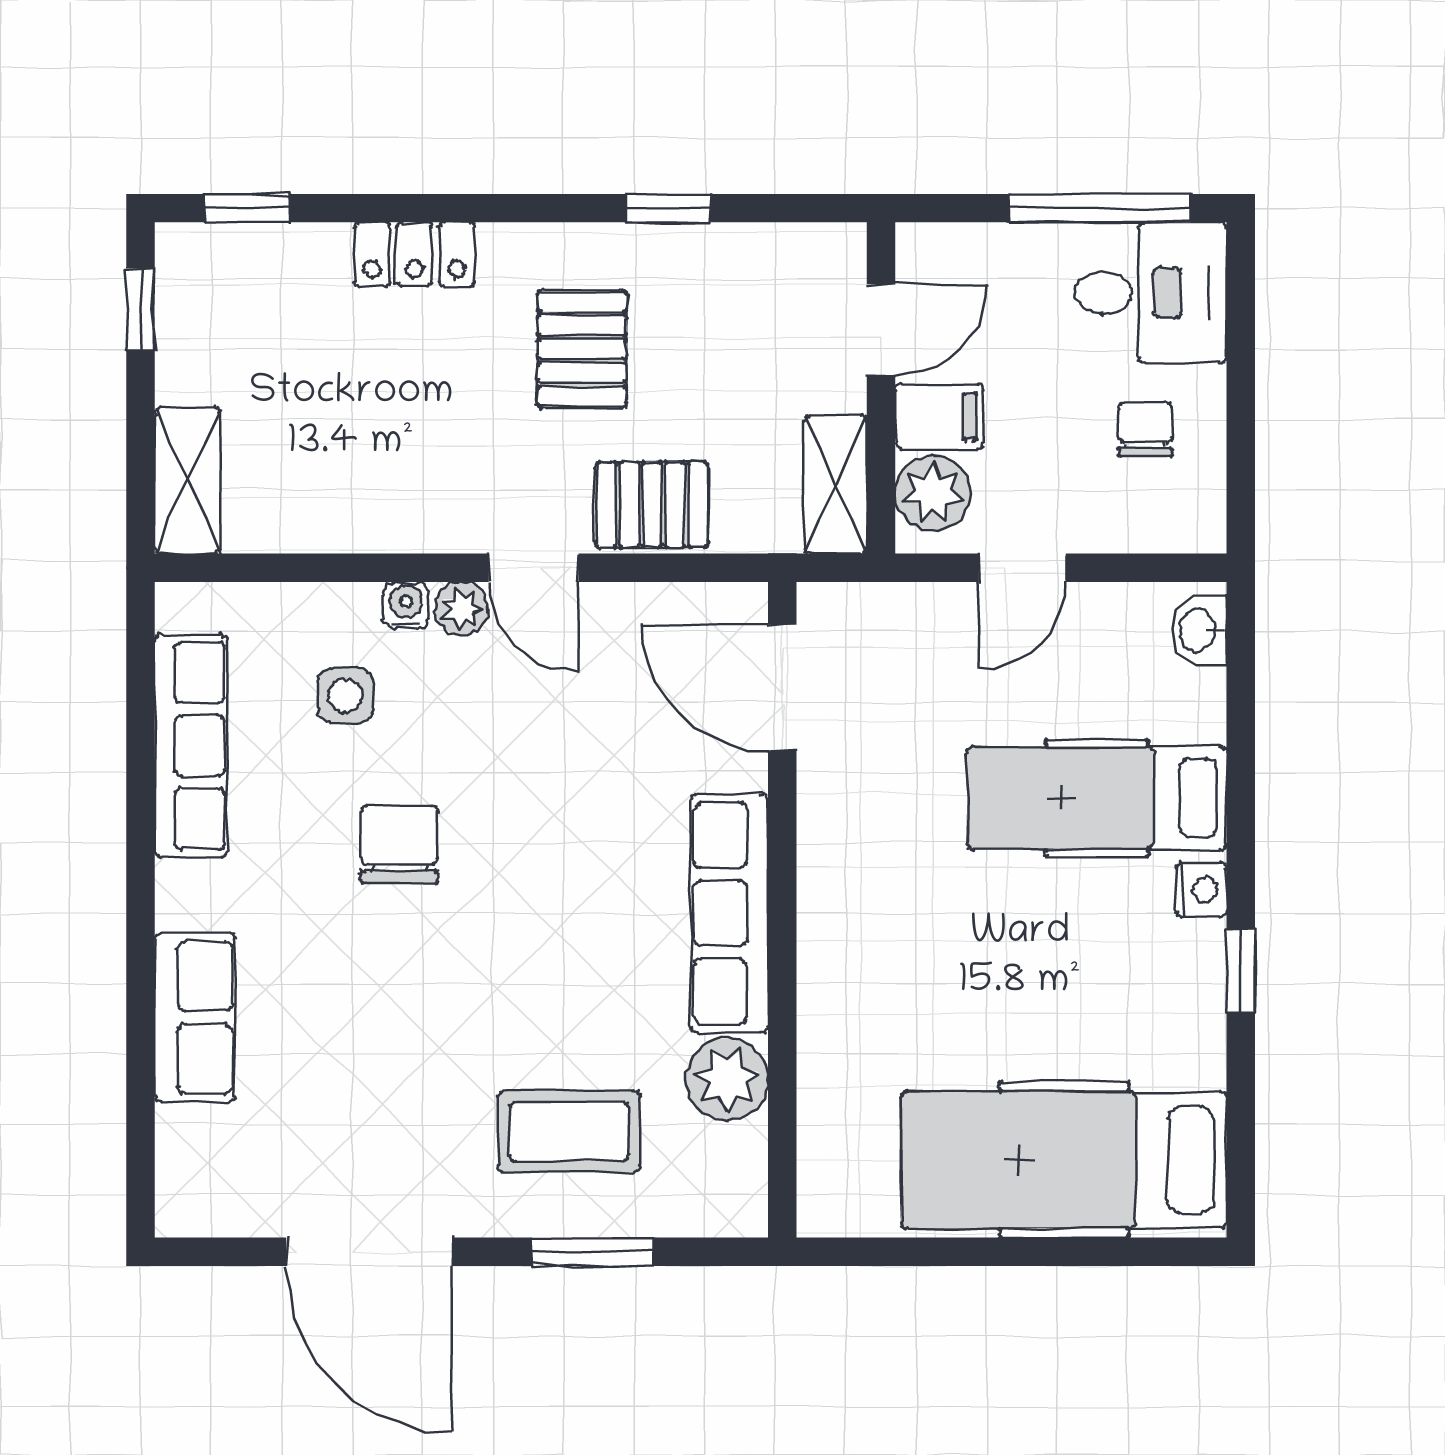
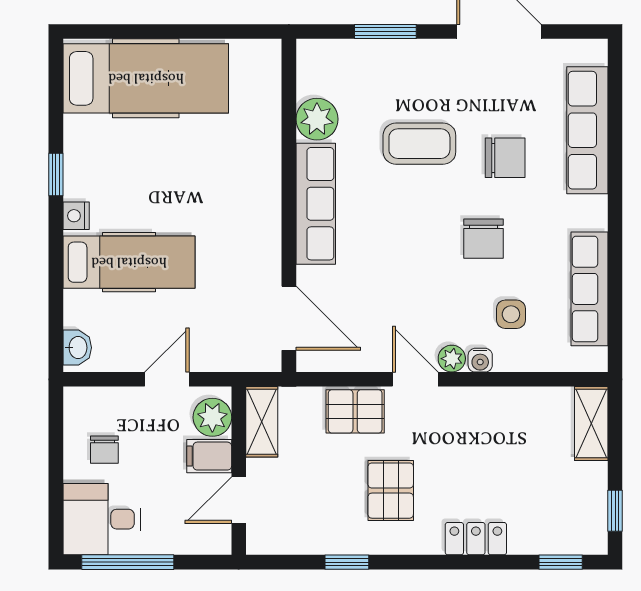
chair: (357, 1004) -> (505, 158), added
row of seats: (195, 1017) -> (587, 130), width x1.48
coffee table: (569, 1131) -> (419, 144), moved

